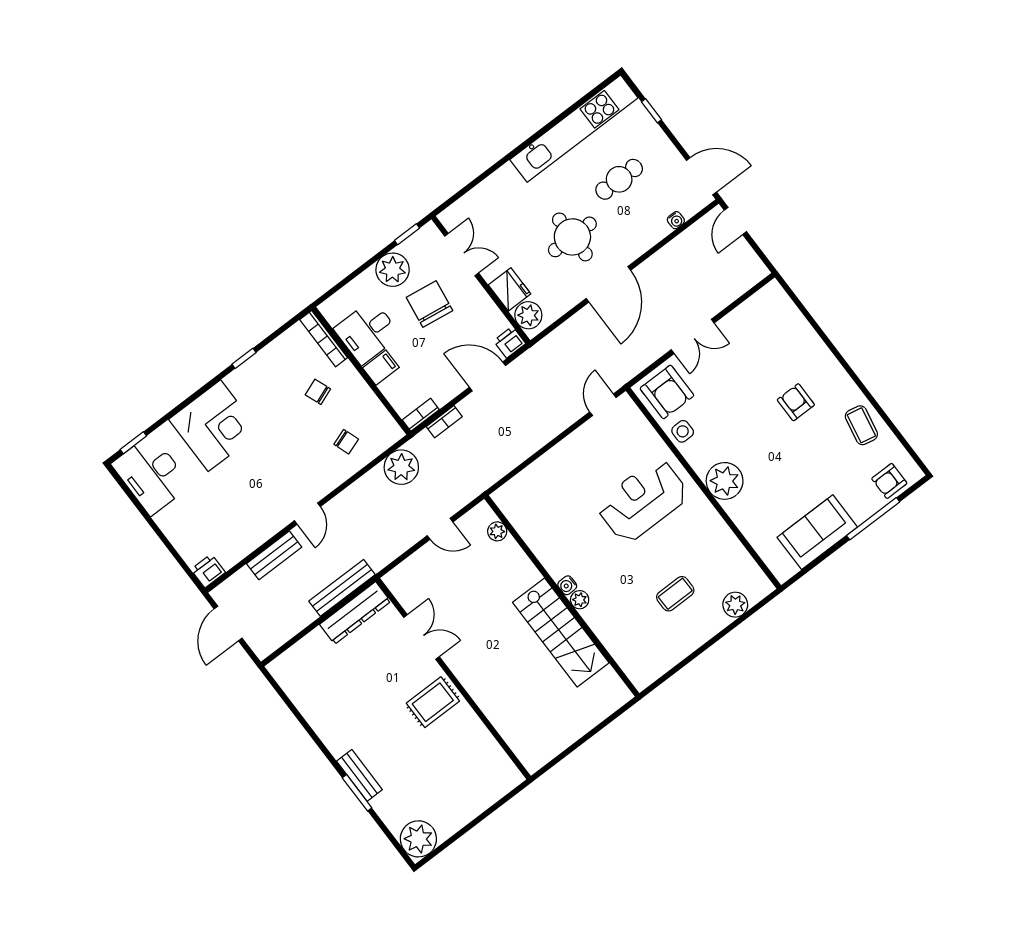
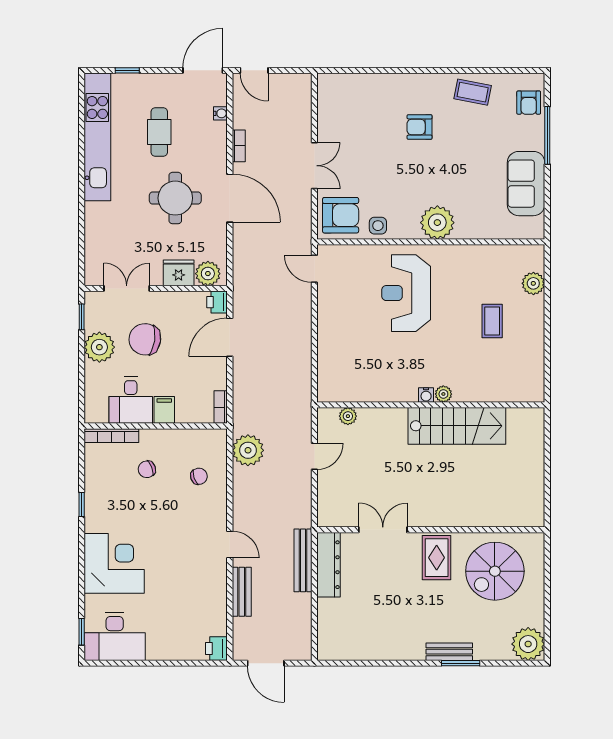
bookcase: (444, 422) -> (239, 146), moved
spiral stairs: (460, 762) -> (495, 571), added

